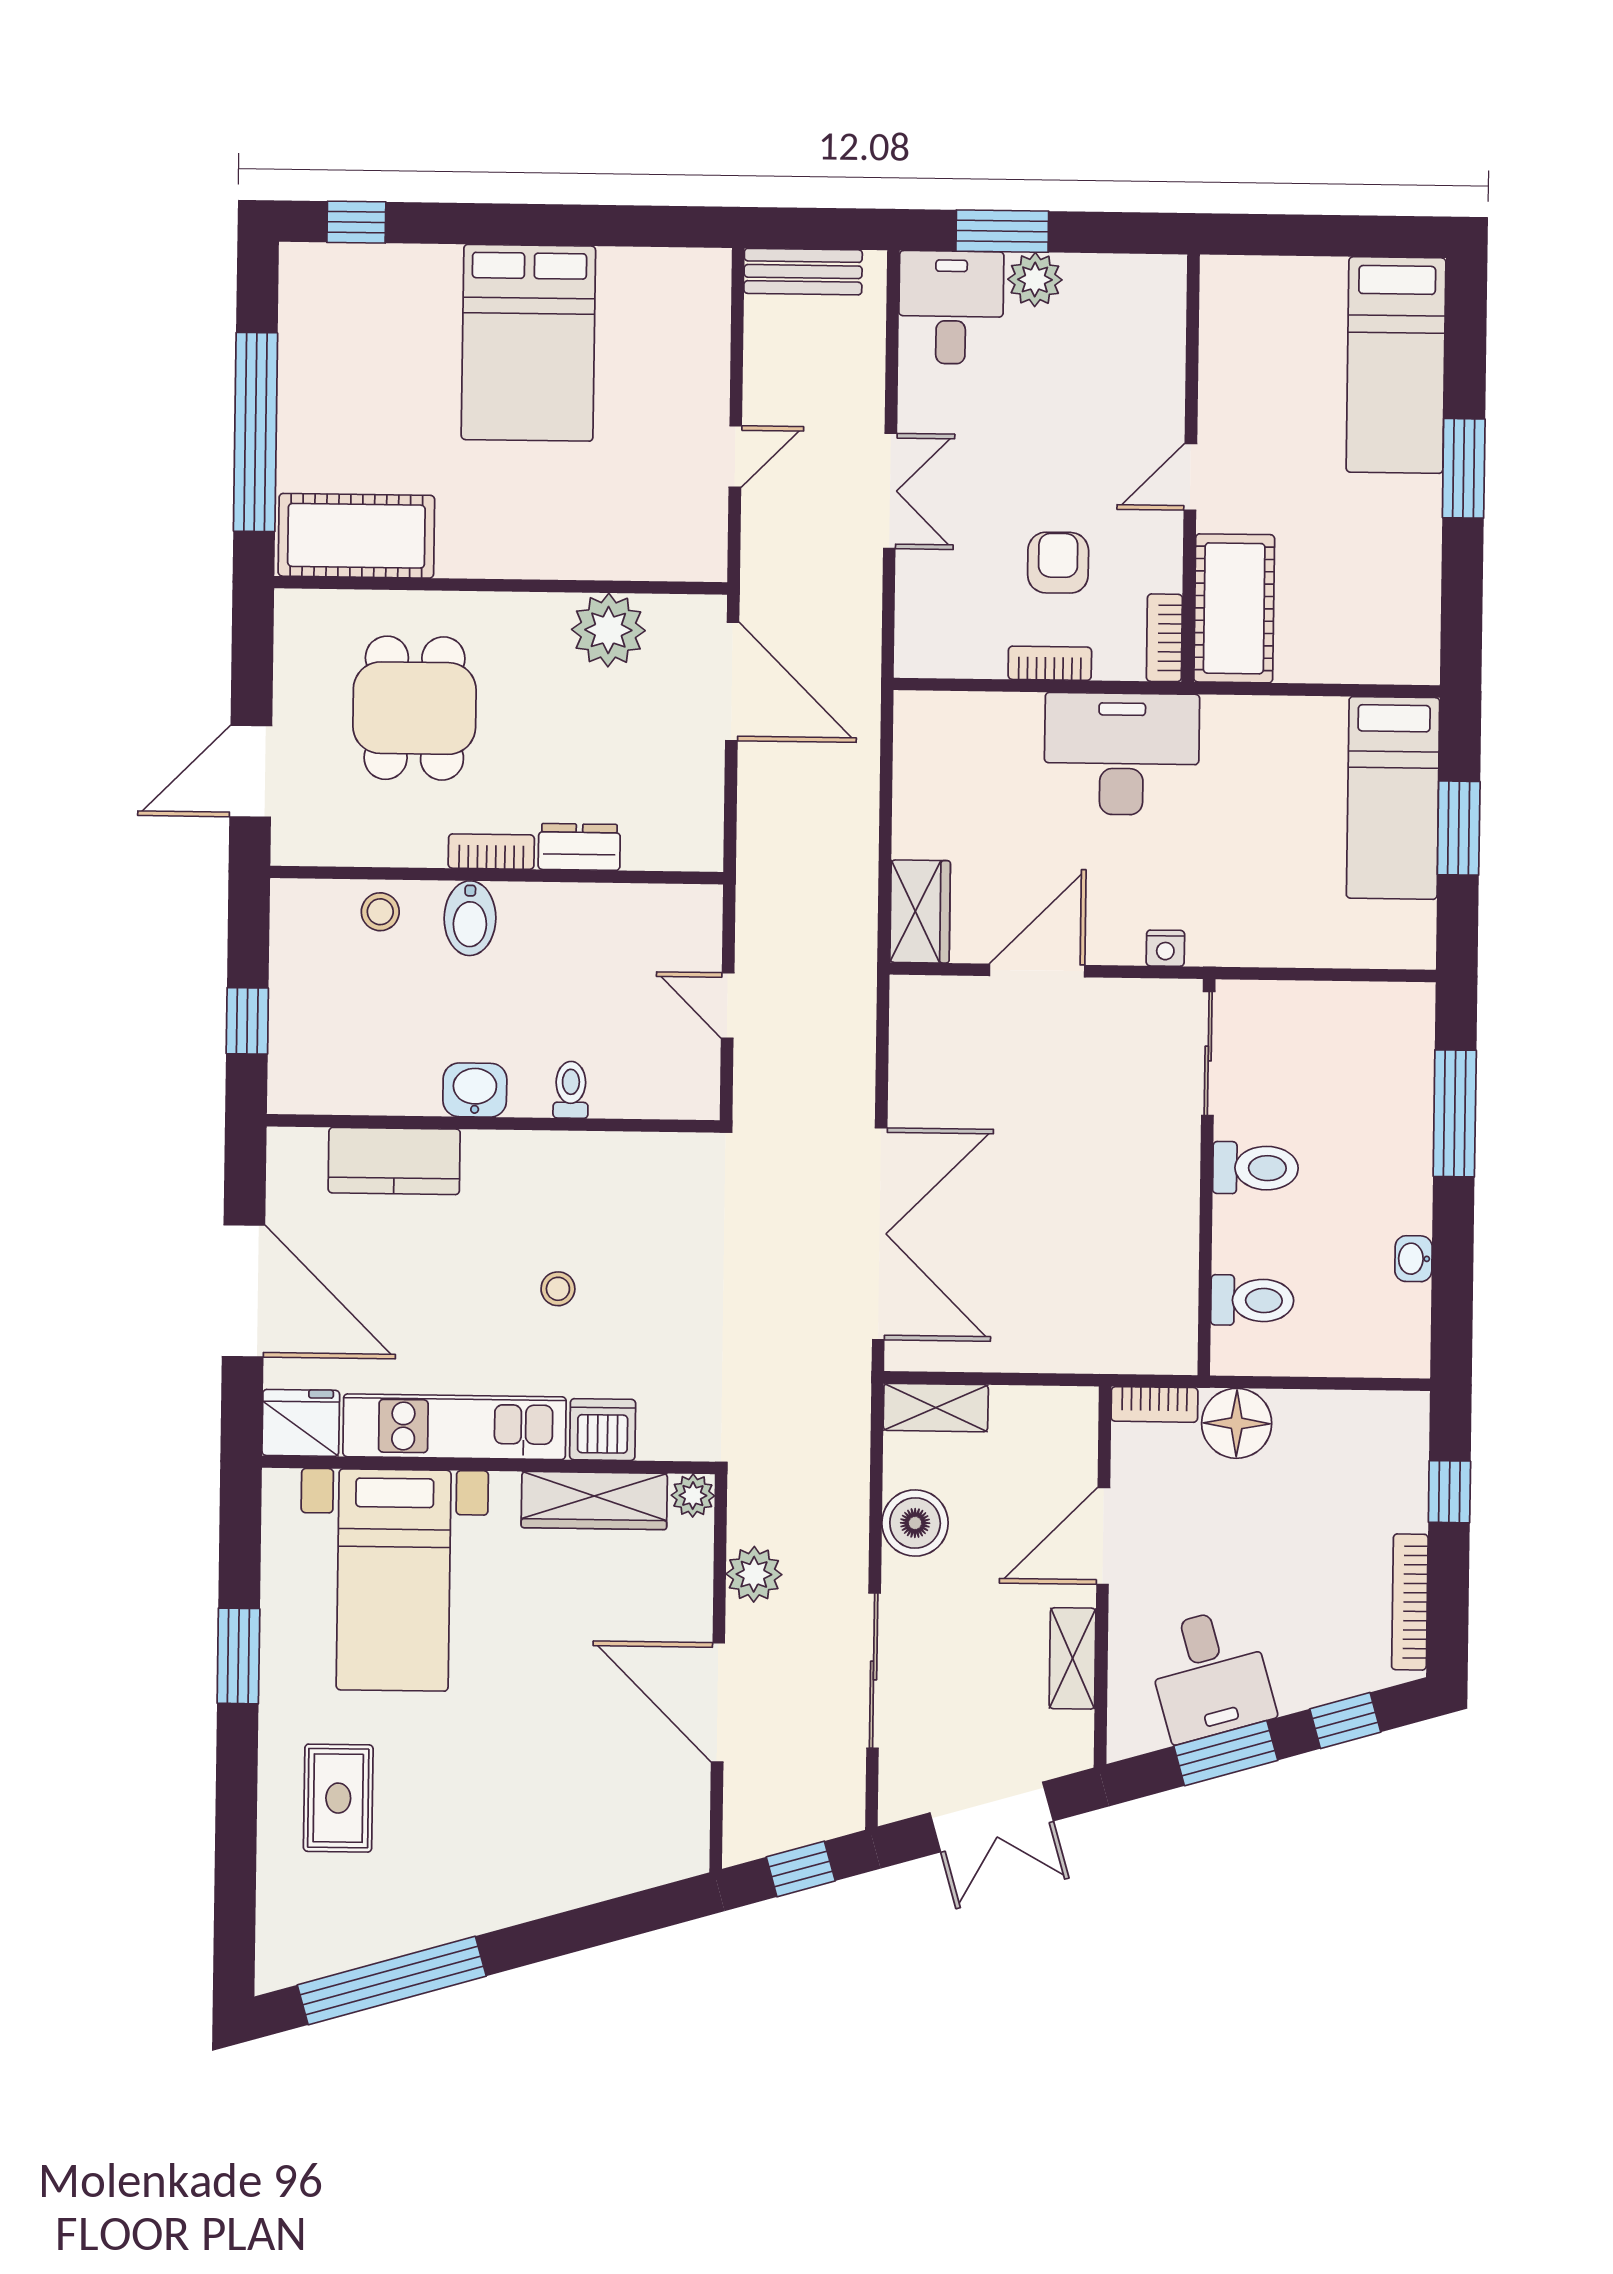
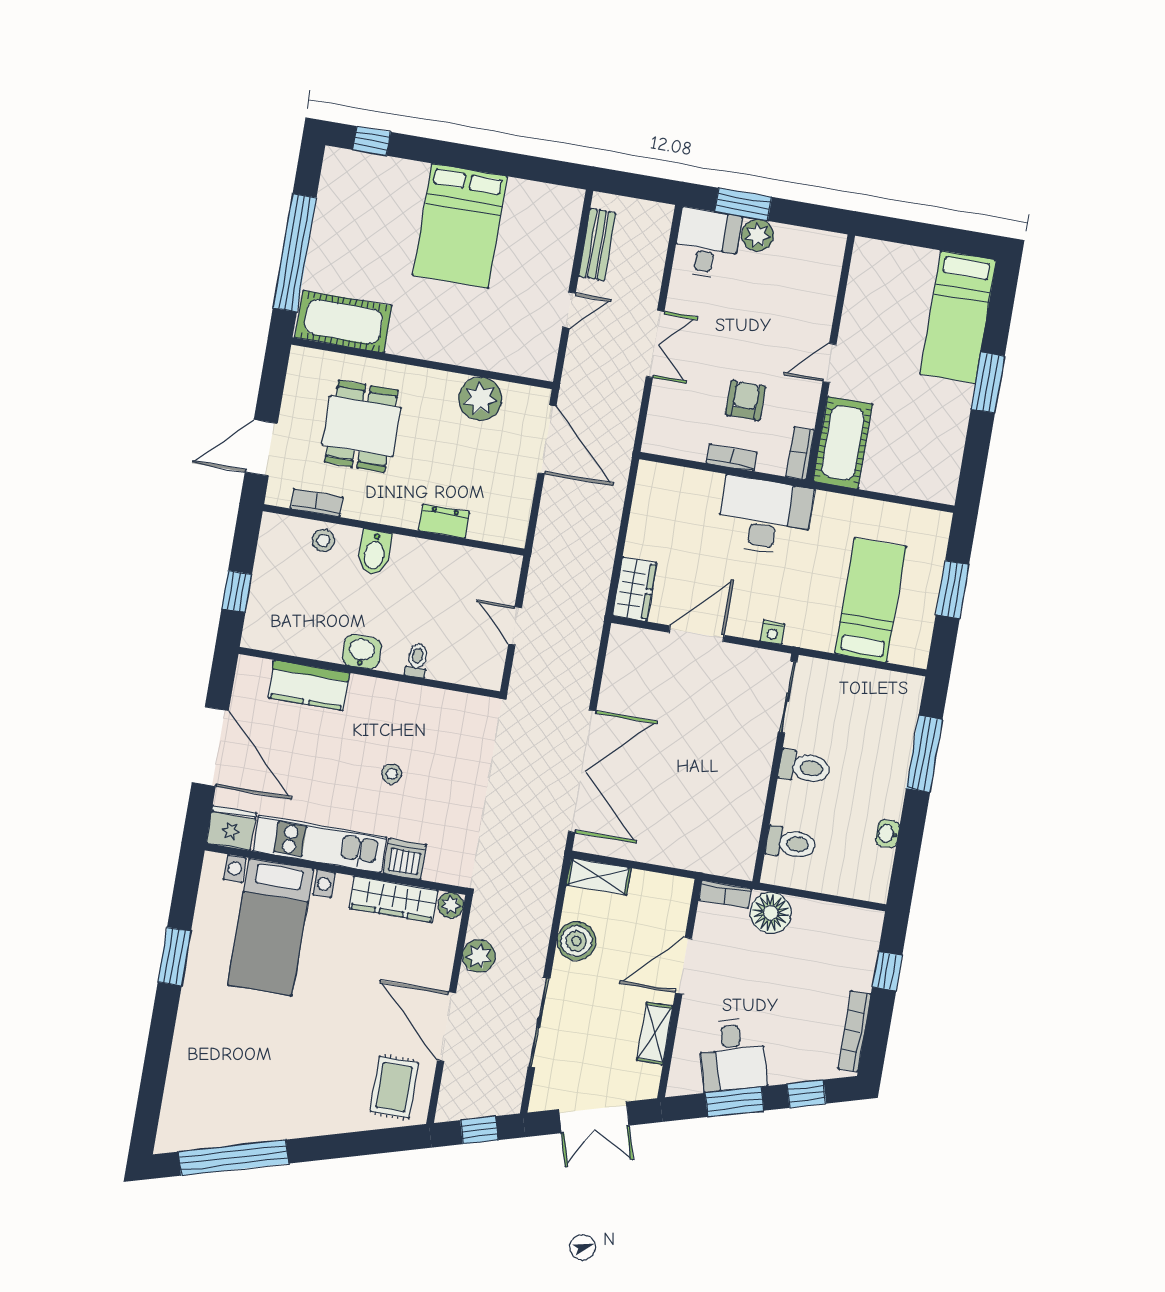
bench: (803, 272) -> (597, 244), moved, turned 90
bed: (1393, 798) -> (871, 600), moved, turned 180
bookcase: (491, 852) -> (317, 503), moved
rug: (338, 1798) -> (394, 1087), moved

